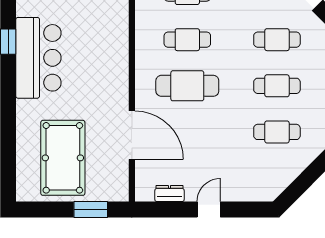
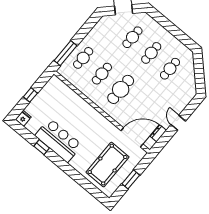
door: (132, 135) -> (132, 137), moved
pool table: (63, 158) -> (107, 165), turned 90
window: (91, 209) -> (131, 179), moved

